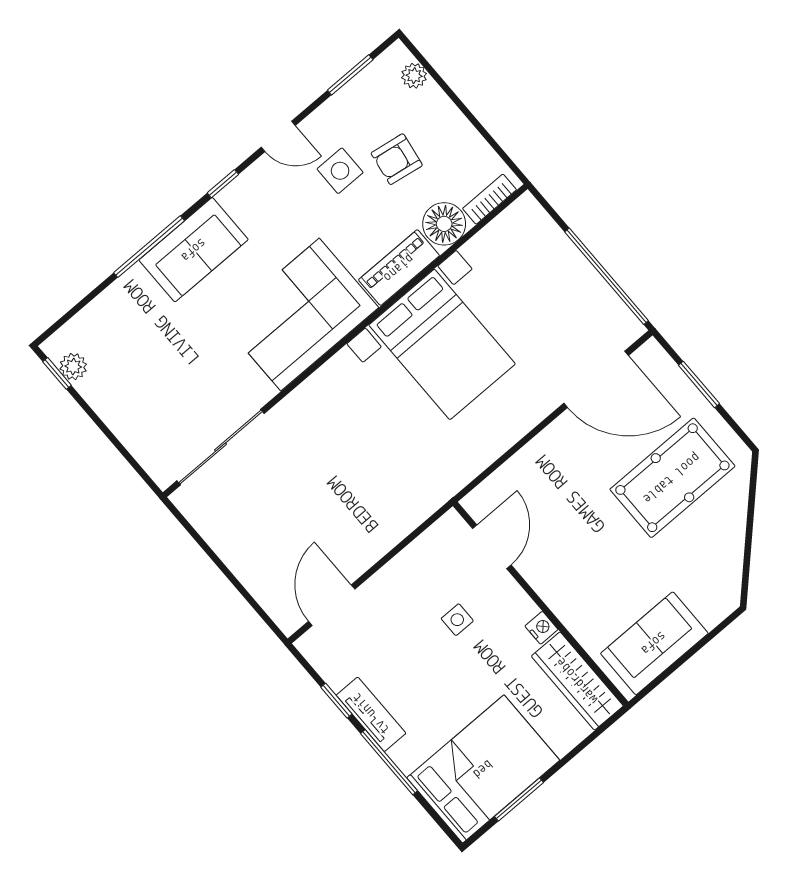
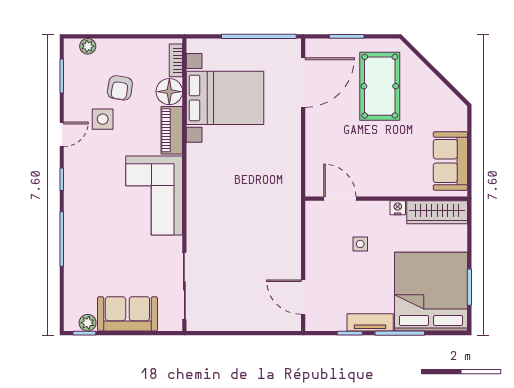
sofa: (194, 250) -> (127, 314), moved, turned -90
bed with nightstands: (442, 344) -> (225, 98), moved
bed: (483, 769) -> (431, 292), width x1.36

